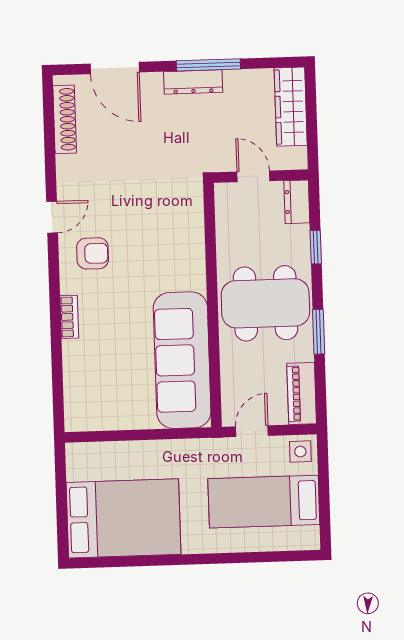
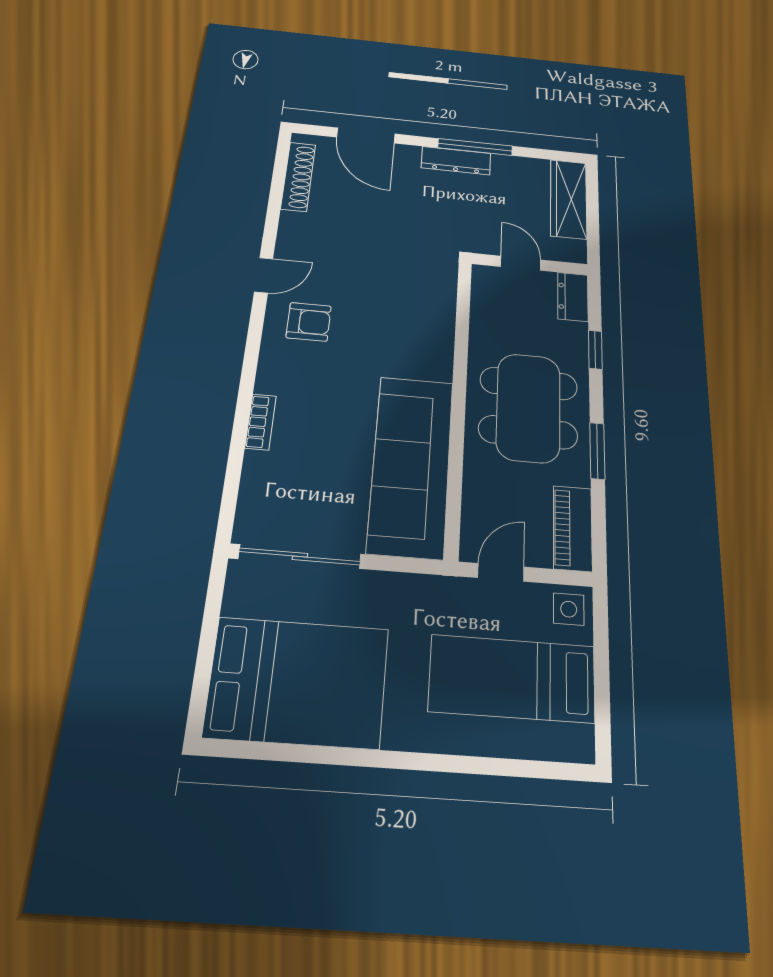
dining table: (265, 303) -> (528, 408), turned 90
bookcase: (69, 317) -> (261, 422), moved
sliding door: (113, 436) -> (300, 557), added

